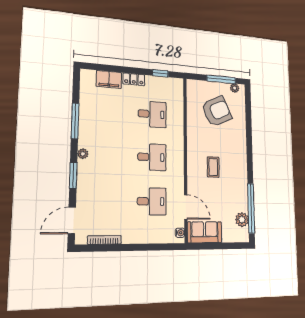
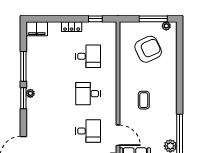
filing cabinet: (109, 79) -> (37, 29), moved
desk: (152, 157) -> (88, 94), turned 180
window: (73, 175) -> (23, 98), moved

